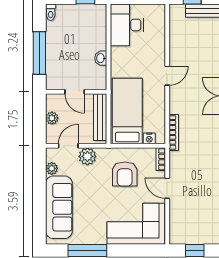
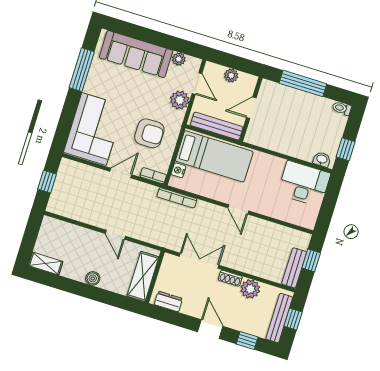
washbasin: (101, 58) -> (322, 159), moved
armchair: (125, 174) -> (149, 133), turned 180

